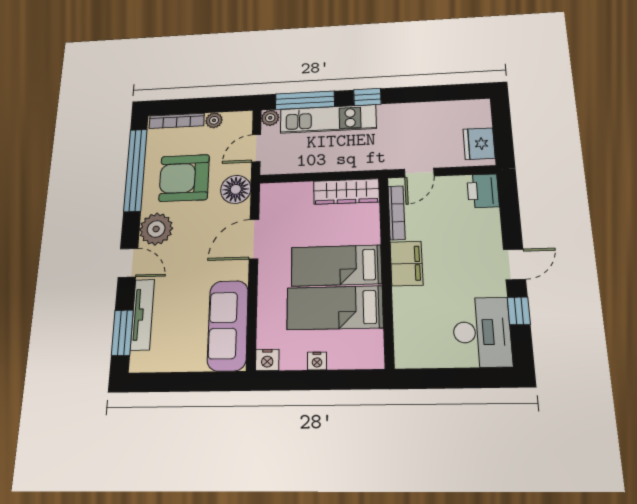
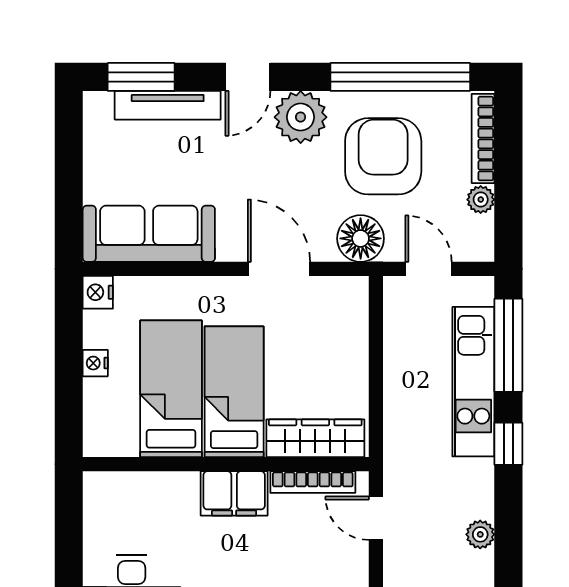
plant: (270, 118) -> (480, 534), moved
wardrobe: (346, 192) -> (315, 438), moved, turned 90

